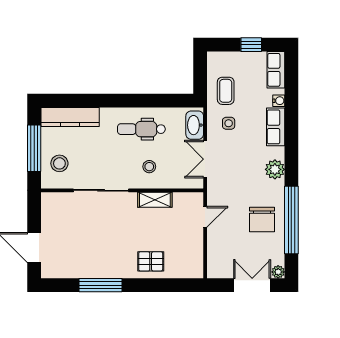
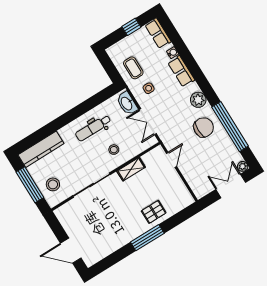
chair: (262, 220) -> (204, 127), moved, turned -90
window: (100, 285) -> (147, 238), moved

